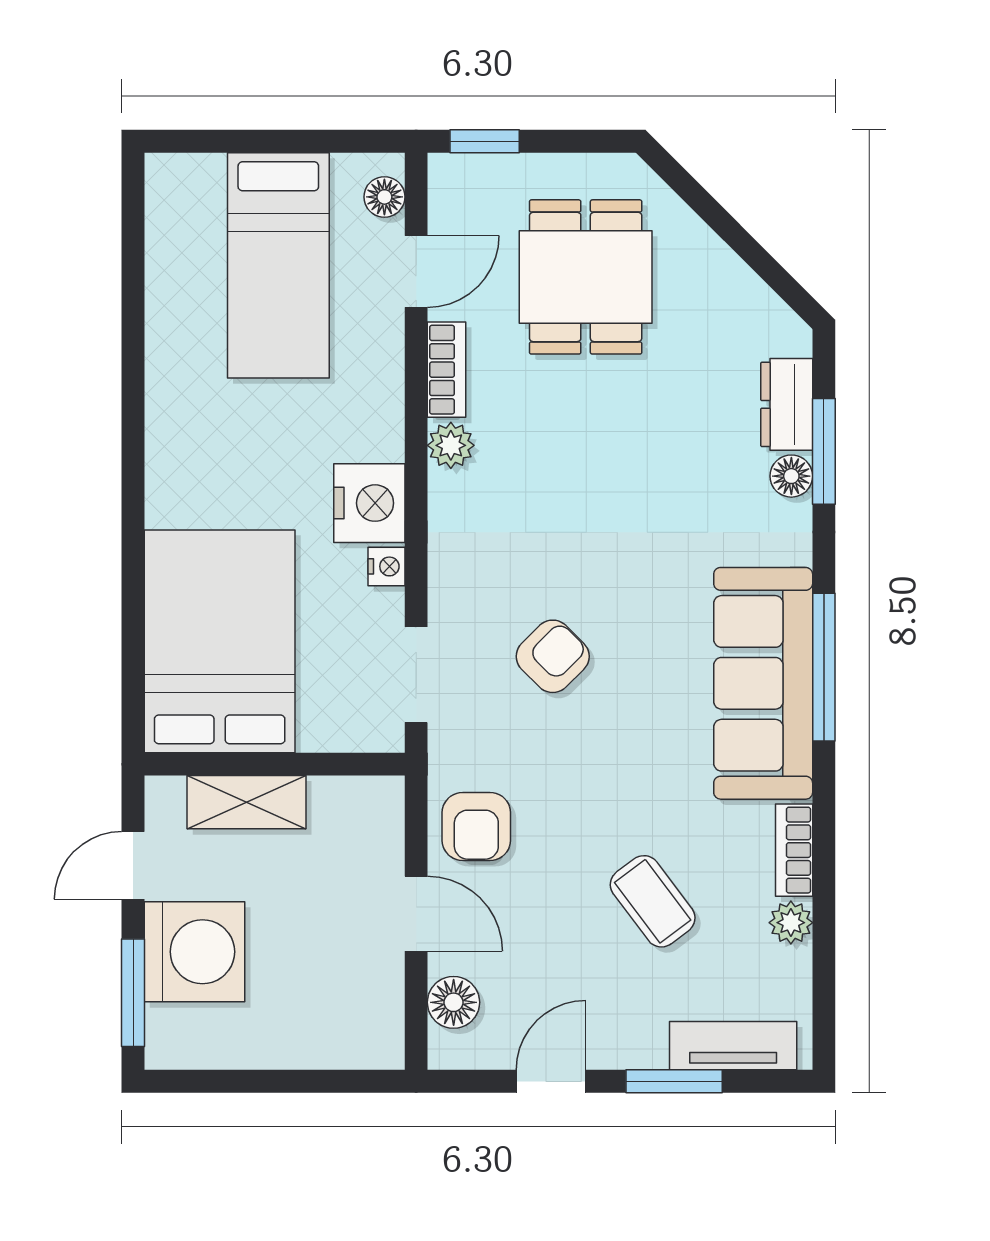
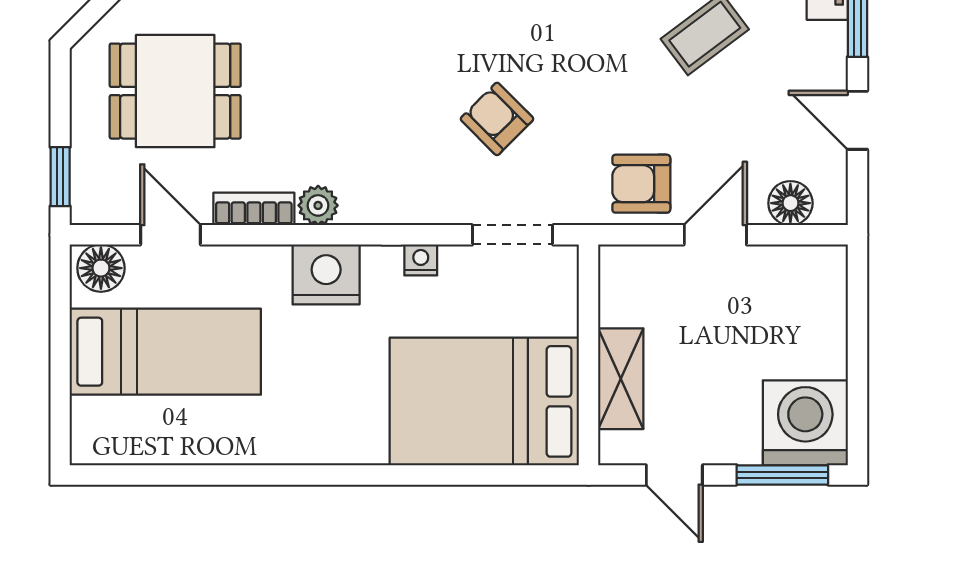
floor lamp: (384, 197) -> (101, 268), width x1.37, depth x1.37
nightstand: (369, 503) -> (326, 274), moved
armchair: (476, 826) -> (641, 184), turned 180
washing machine: (194, 952) -> (805, 423), moved

